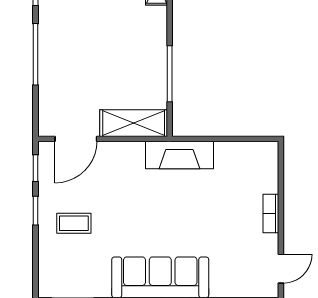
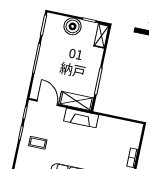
door: (76, 139) -> (47, 103), swing flipped
fireplace: (179, 155) -> (81, 118), moved

